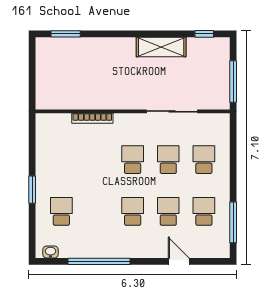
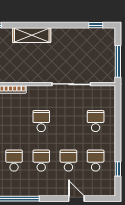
shelving: (161, 47) -> (32, 35), moved
school desk: (168, 160) -> (14, 161), moved
window: (233, 222) -> (118, 169), width x0.46

